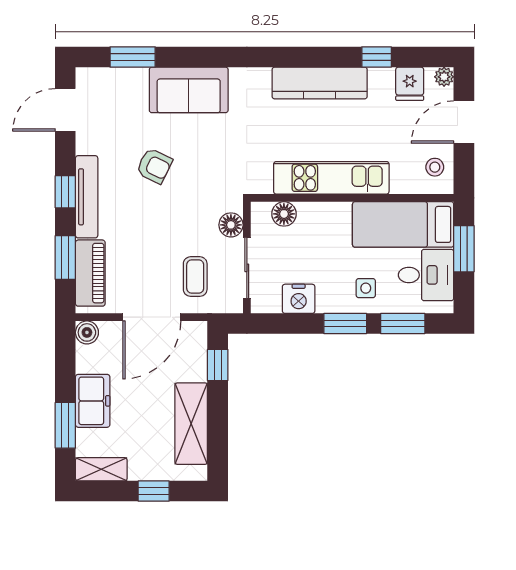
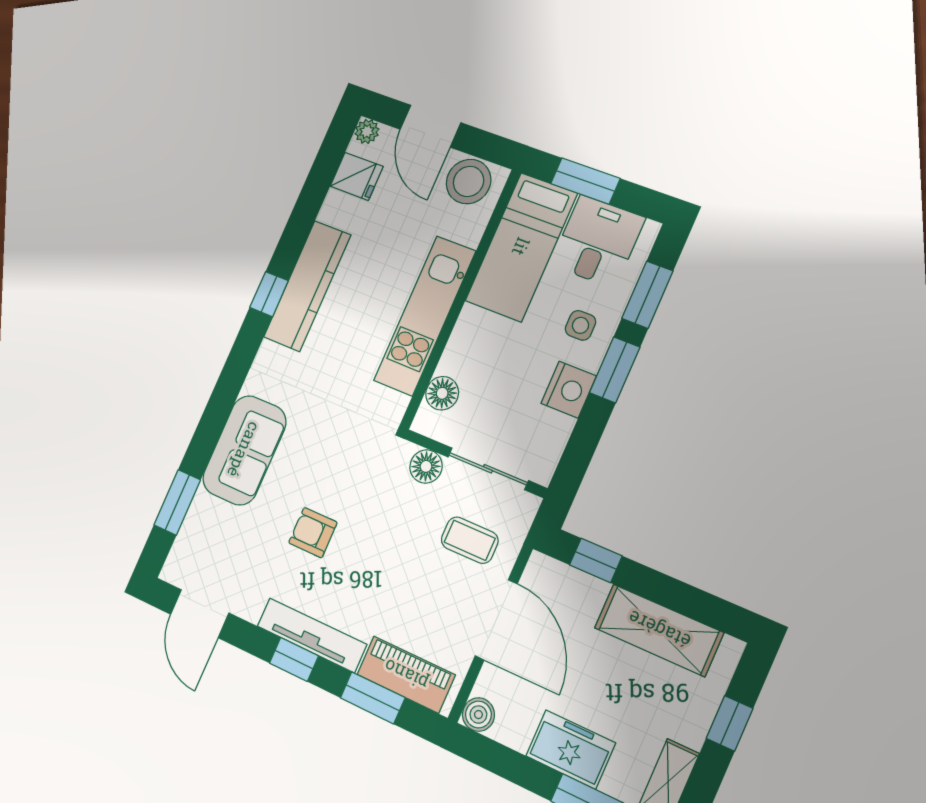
window: (377, 57) -> (269, 294), moved
armchair: (154, 166) -> (313, 533), turned -116
stool: (435, 167) -> (469, 181), width x1.89, depth x1.89
nightstand: (299, 299) -> (569, 390), moved

